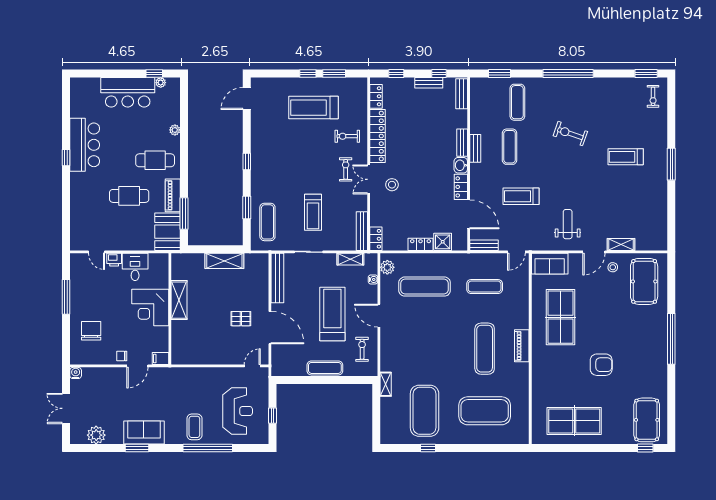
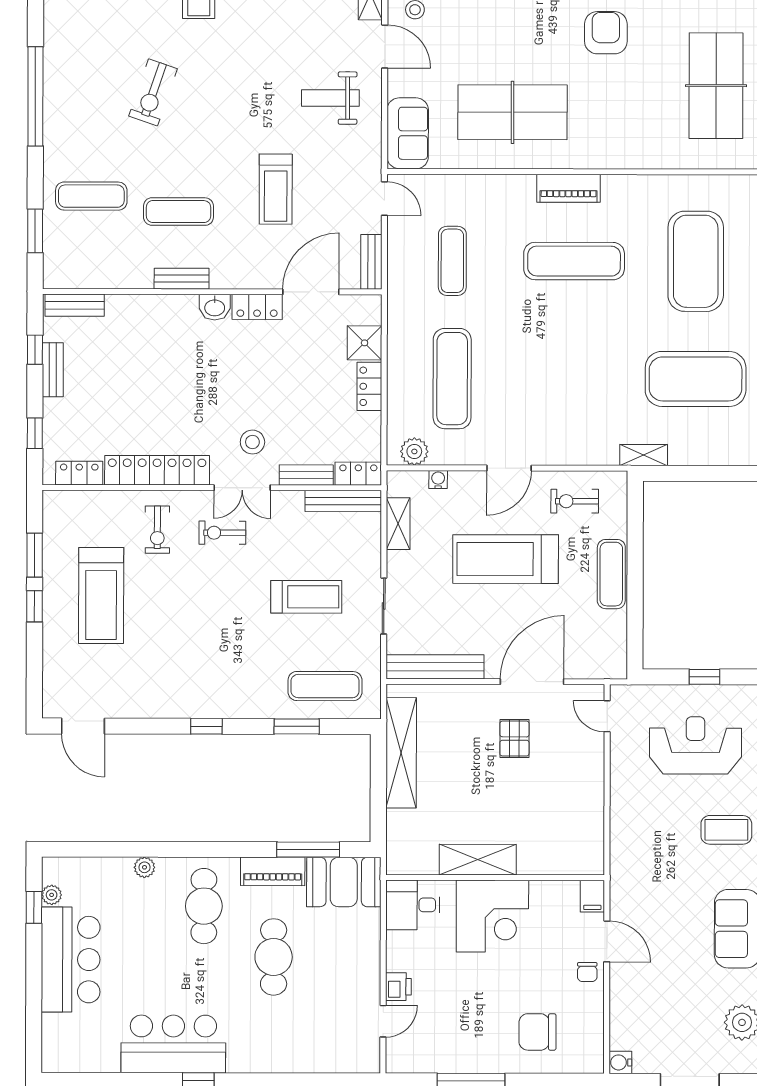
bench: (462, 143) -> (306, 475), moved
shelving: (224, 261) -> (401, 753), width x1.47
desk: (135, 267) -> (413, 905), moved

